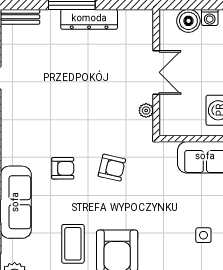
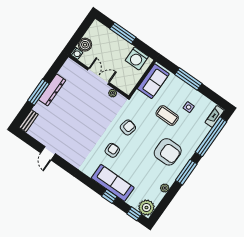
washing machine: (210, 17) -> (77, 53), moved
coffee table: (73, 244) -> (167, 116), moved

